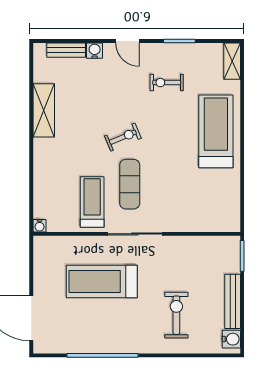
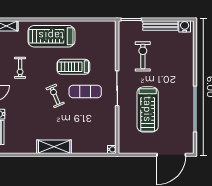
shelving: (44, 110) -> (54, 147), moved
treadmill: (92, 202) -> (73, 67), moved
exercise bike: (176, 315) -> (143, 56), moved, turned 90

